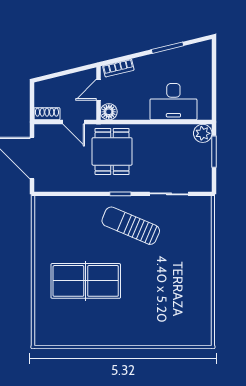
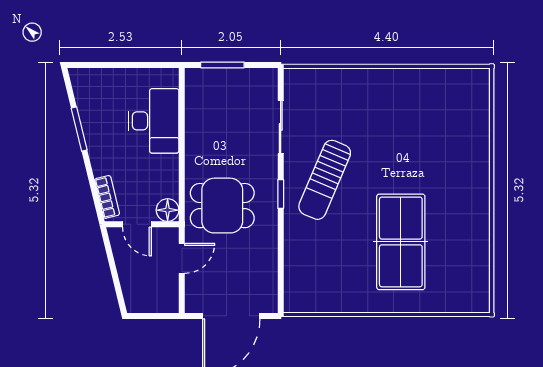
shoe rack: (47, 114) -> (170, 295), removed
plant: (203, 133) -> (197, 80), removed

